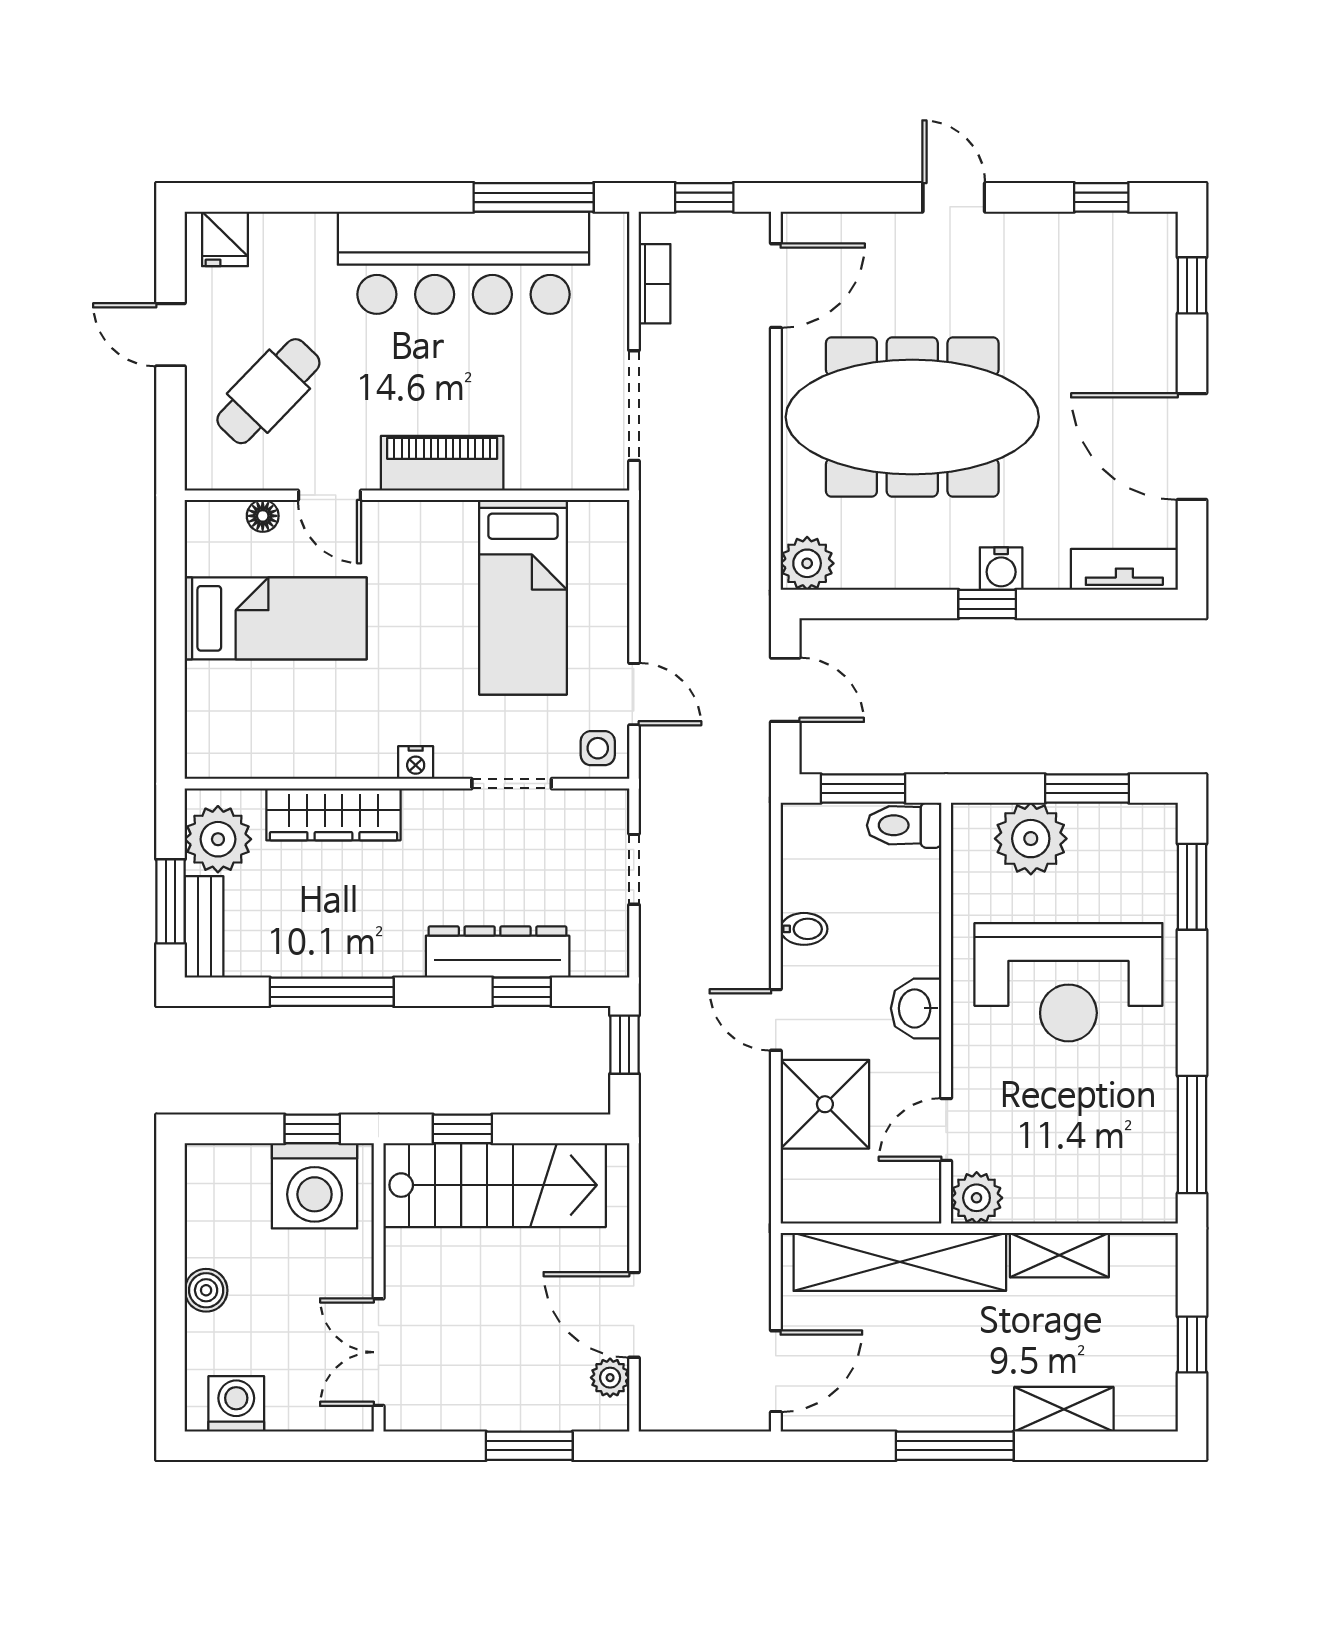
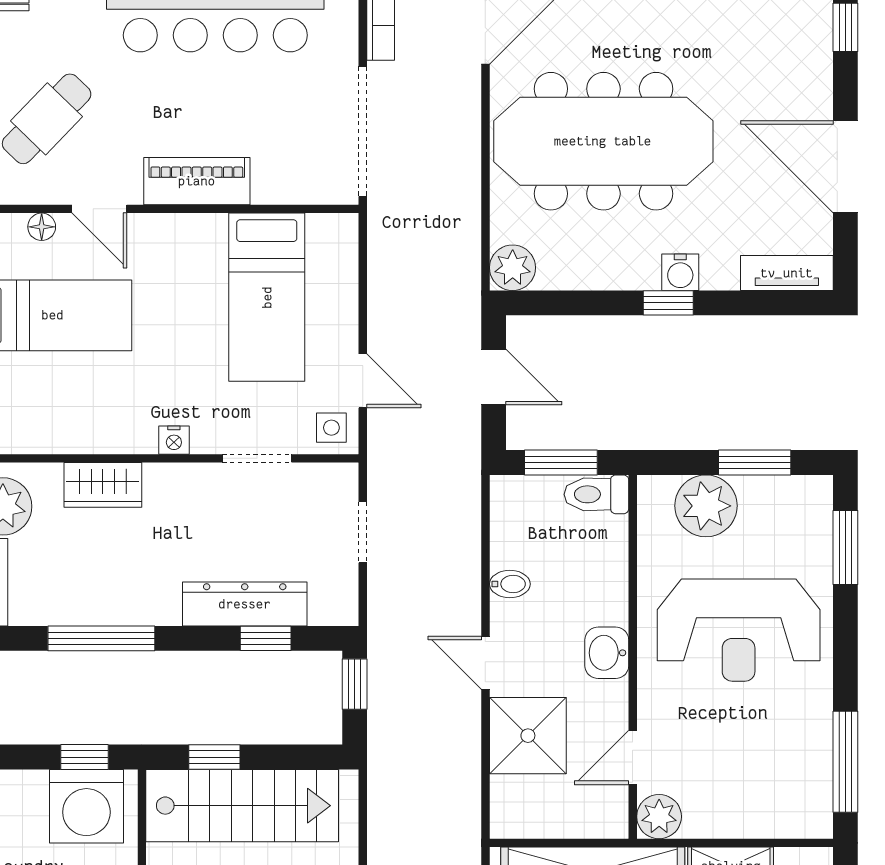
doorway: (634, 406) -> (363, 131), width x1.36
wardrobe: (333, 814) -> (103, 485), width x0.67

